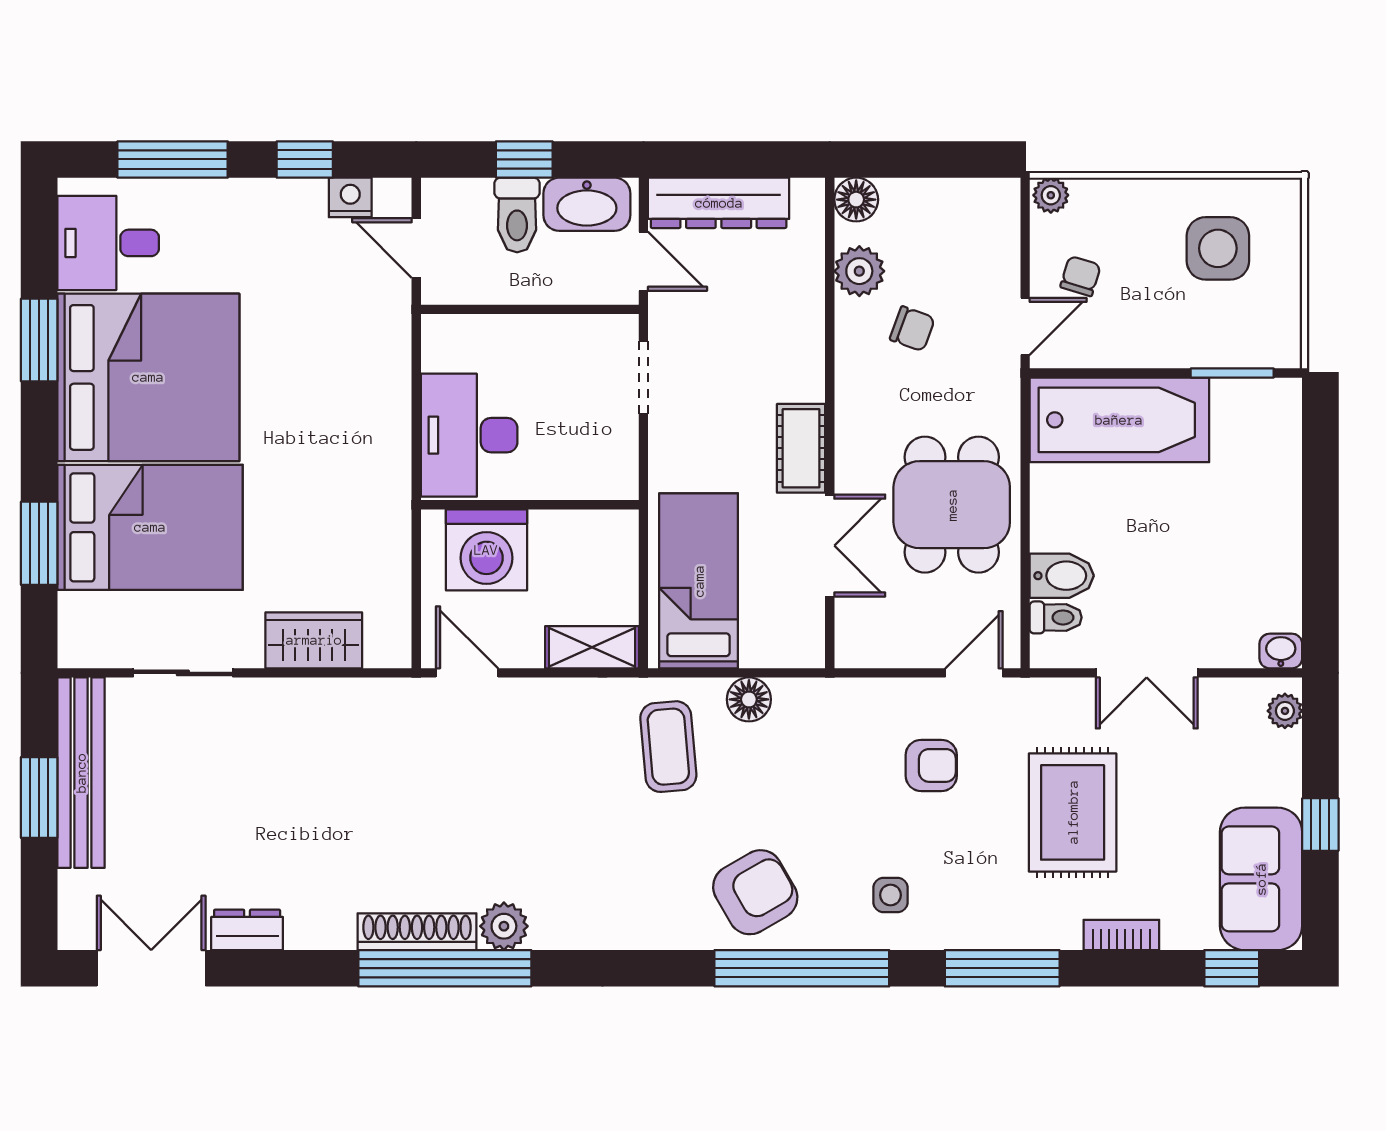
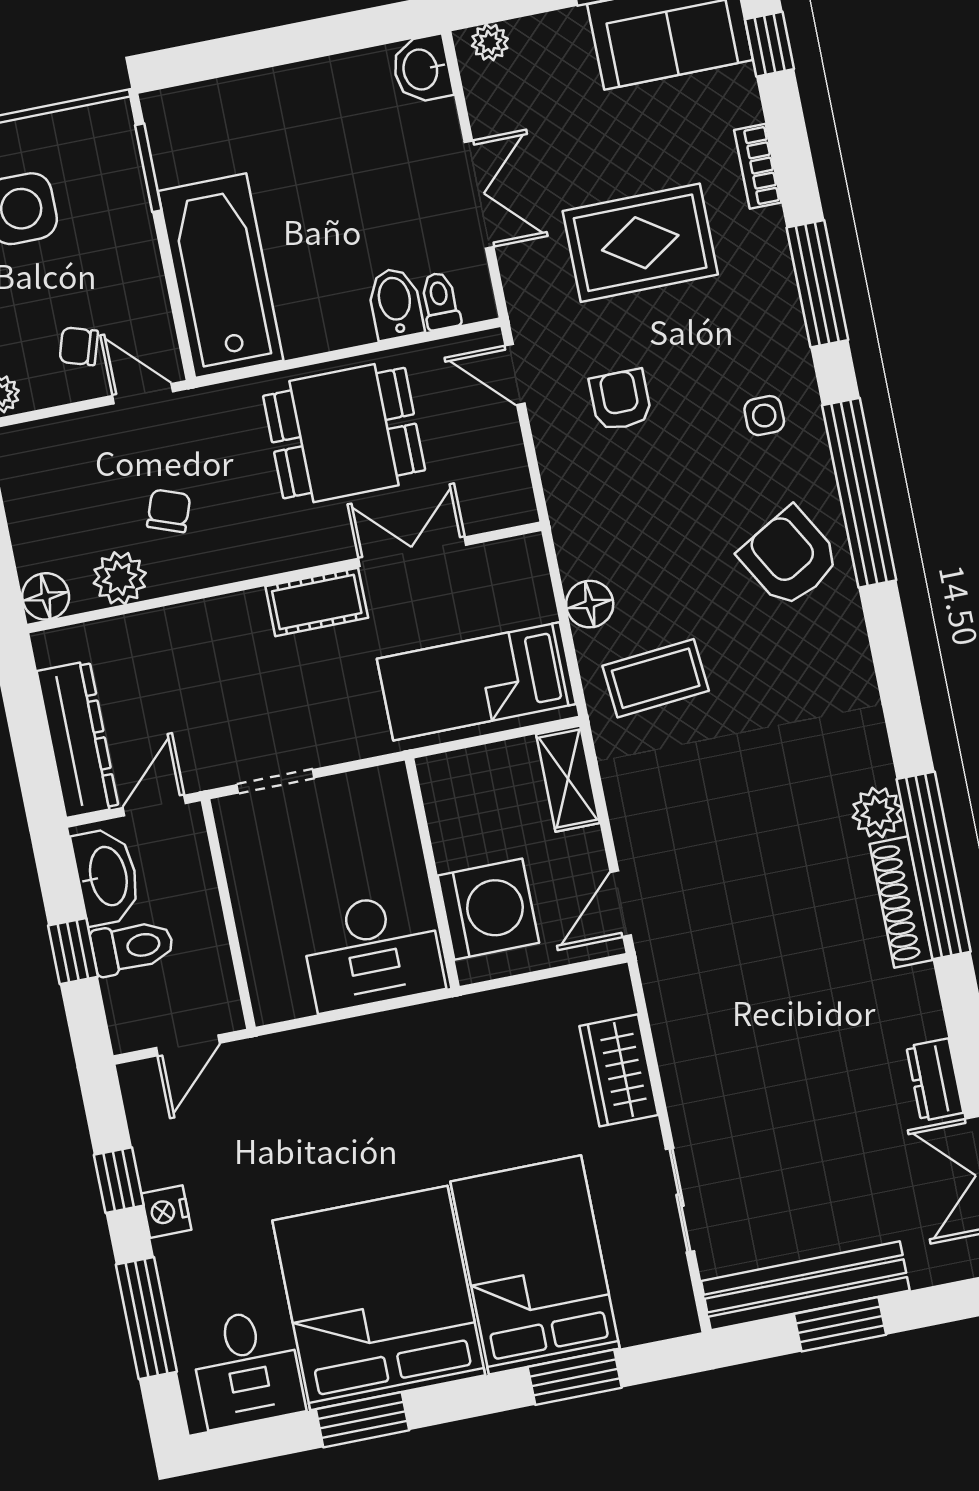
nightstand: (350, 197) -> (166, 1212), moved
washbasin: (1281, 651) -> (422, 69), width x1.38, depth x1.45

